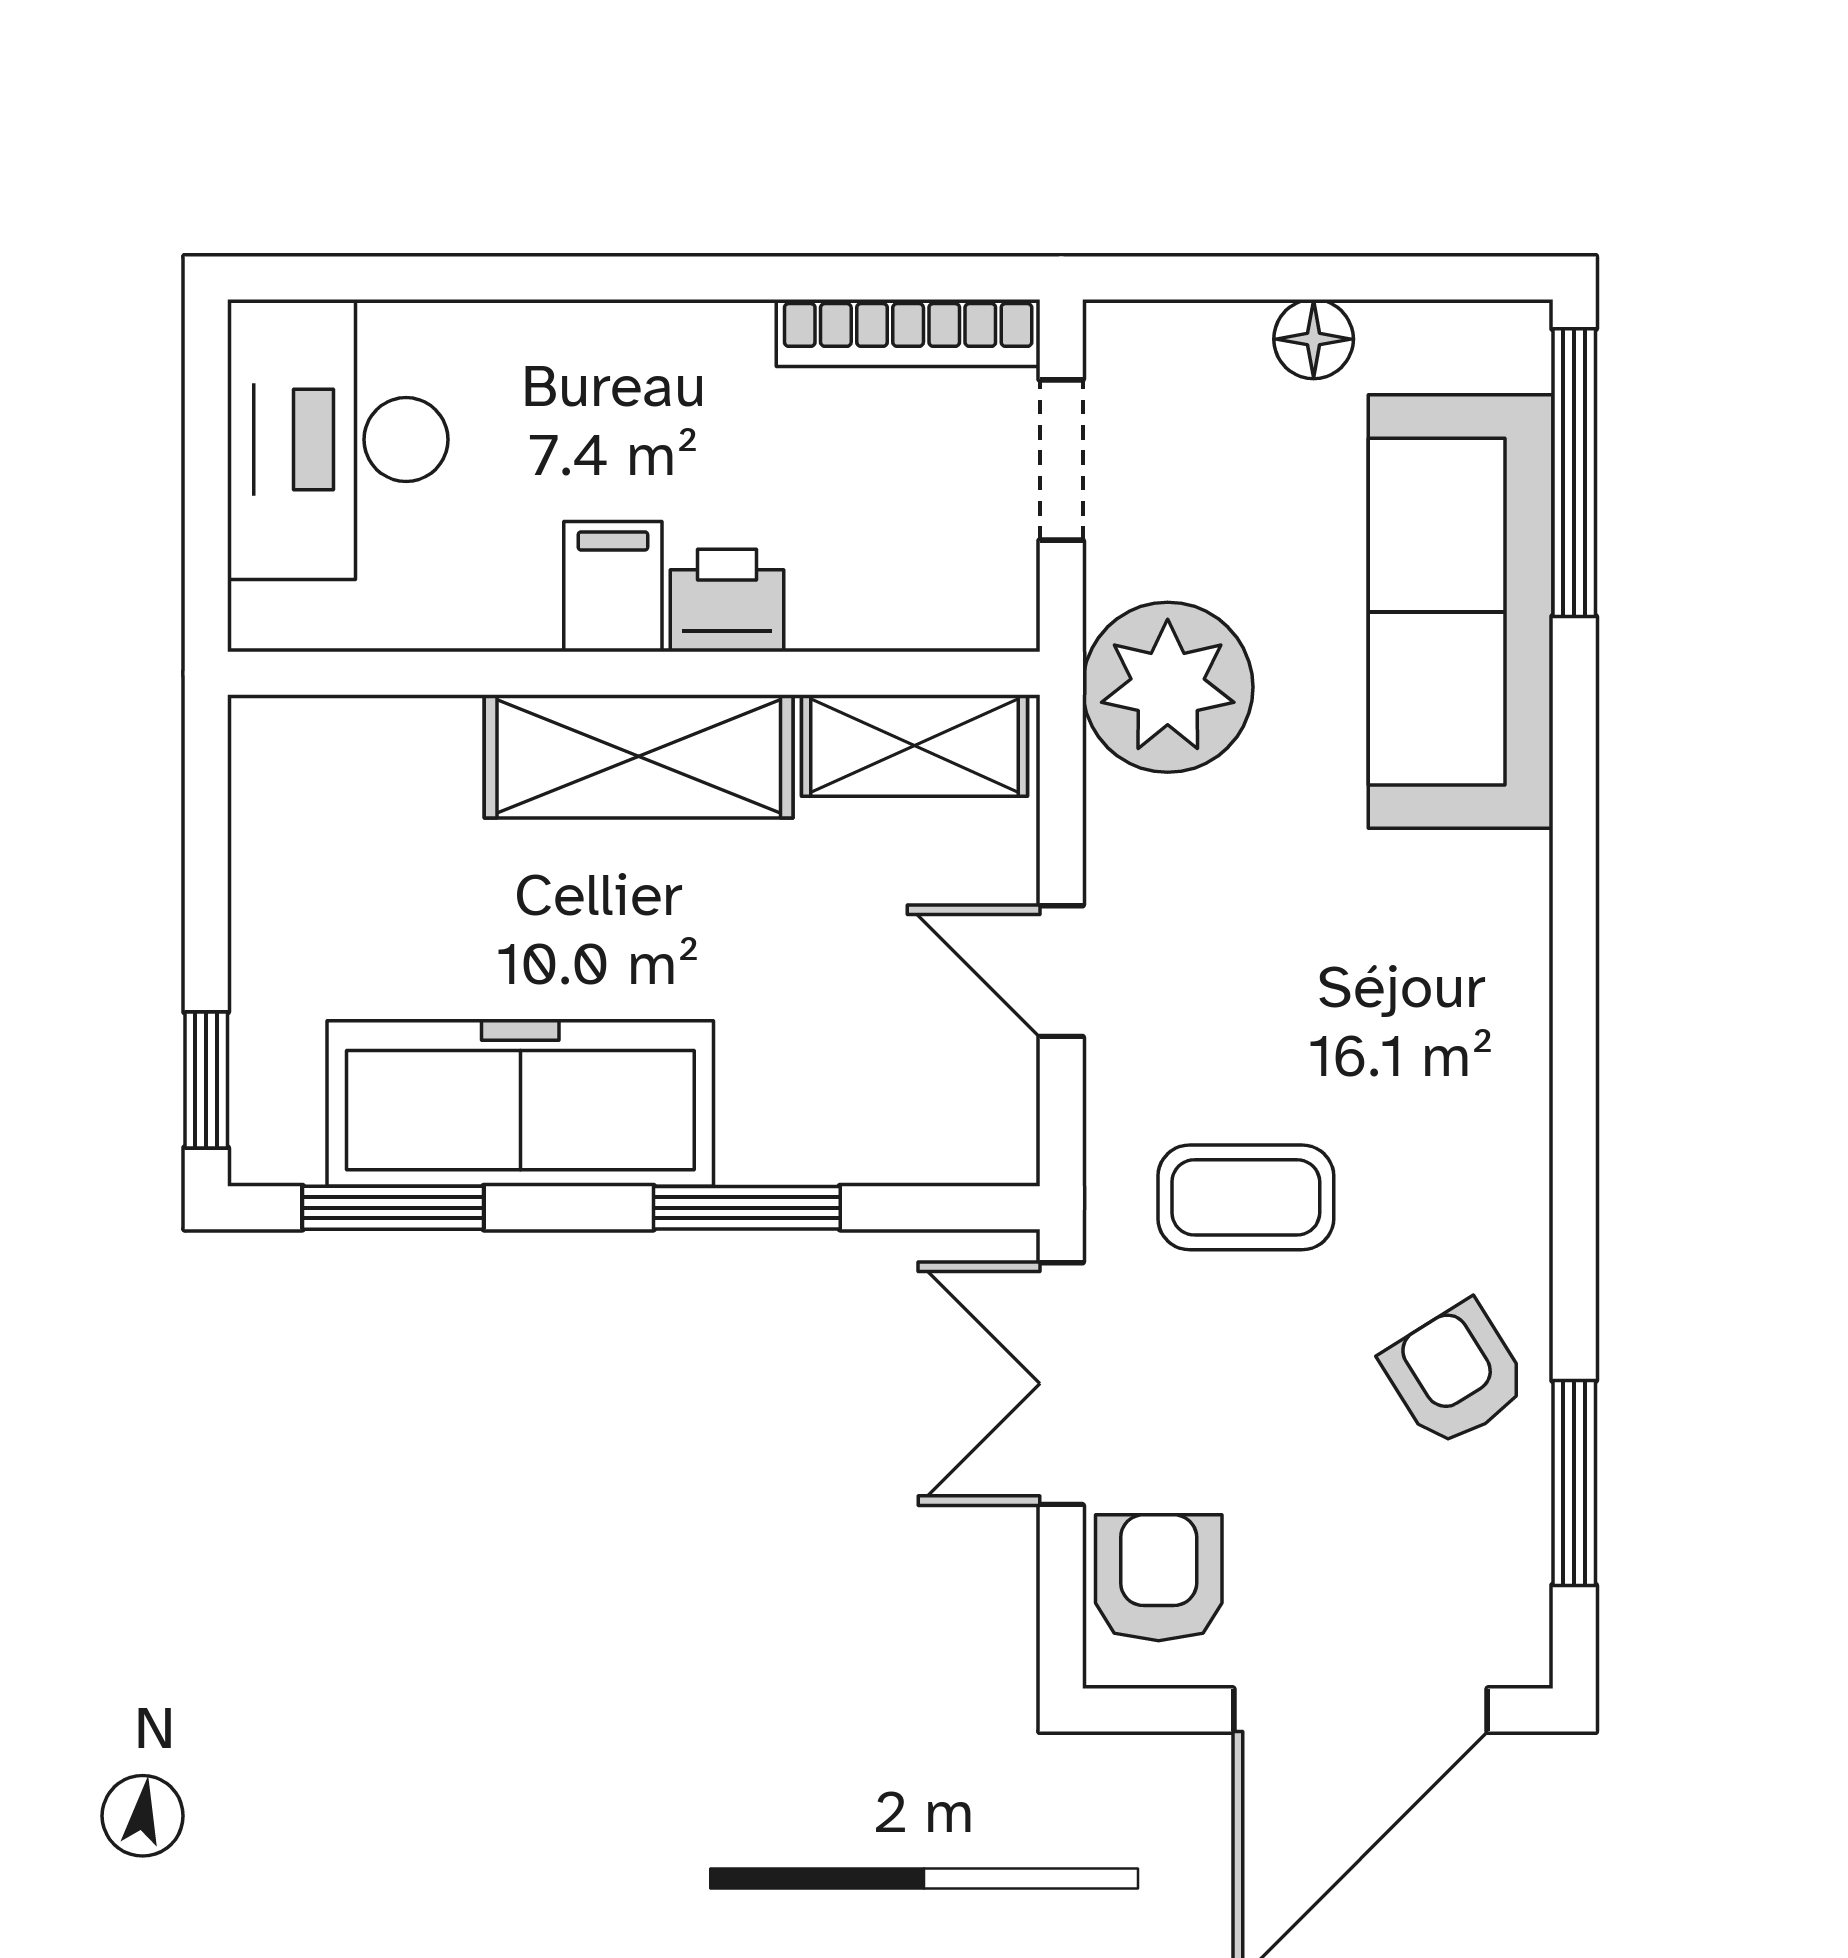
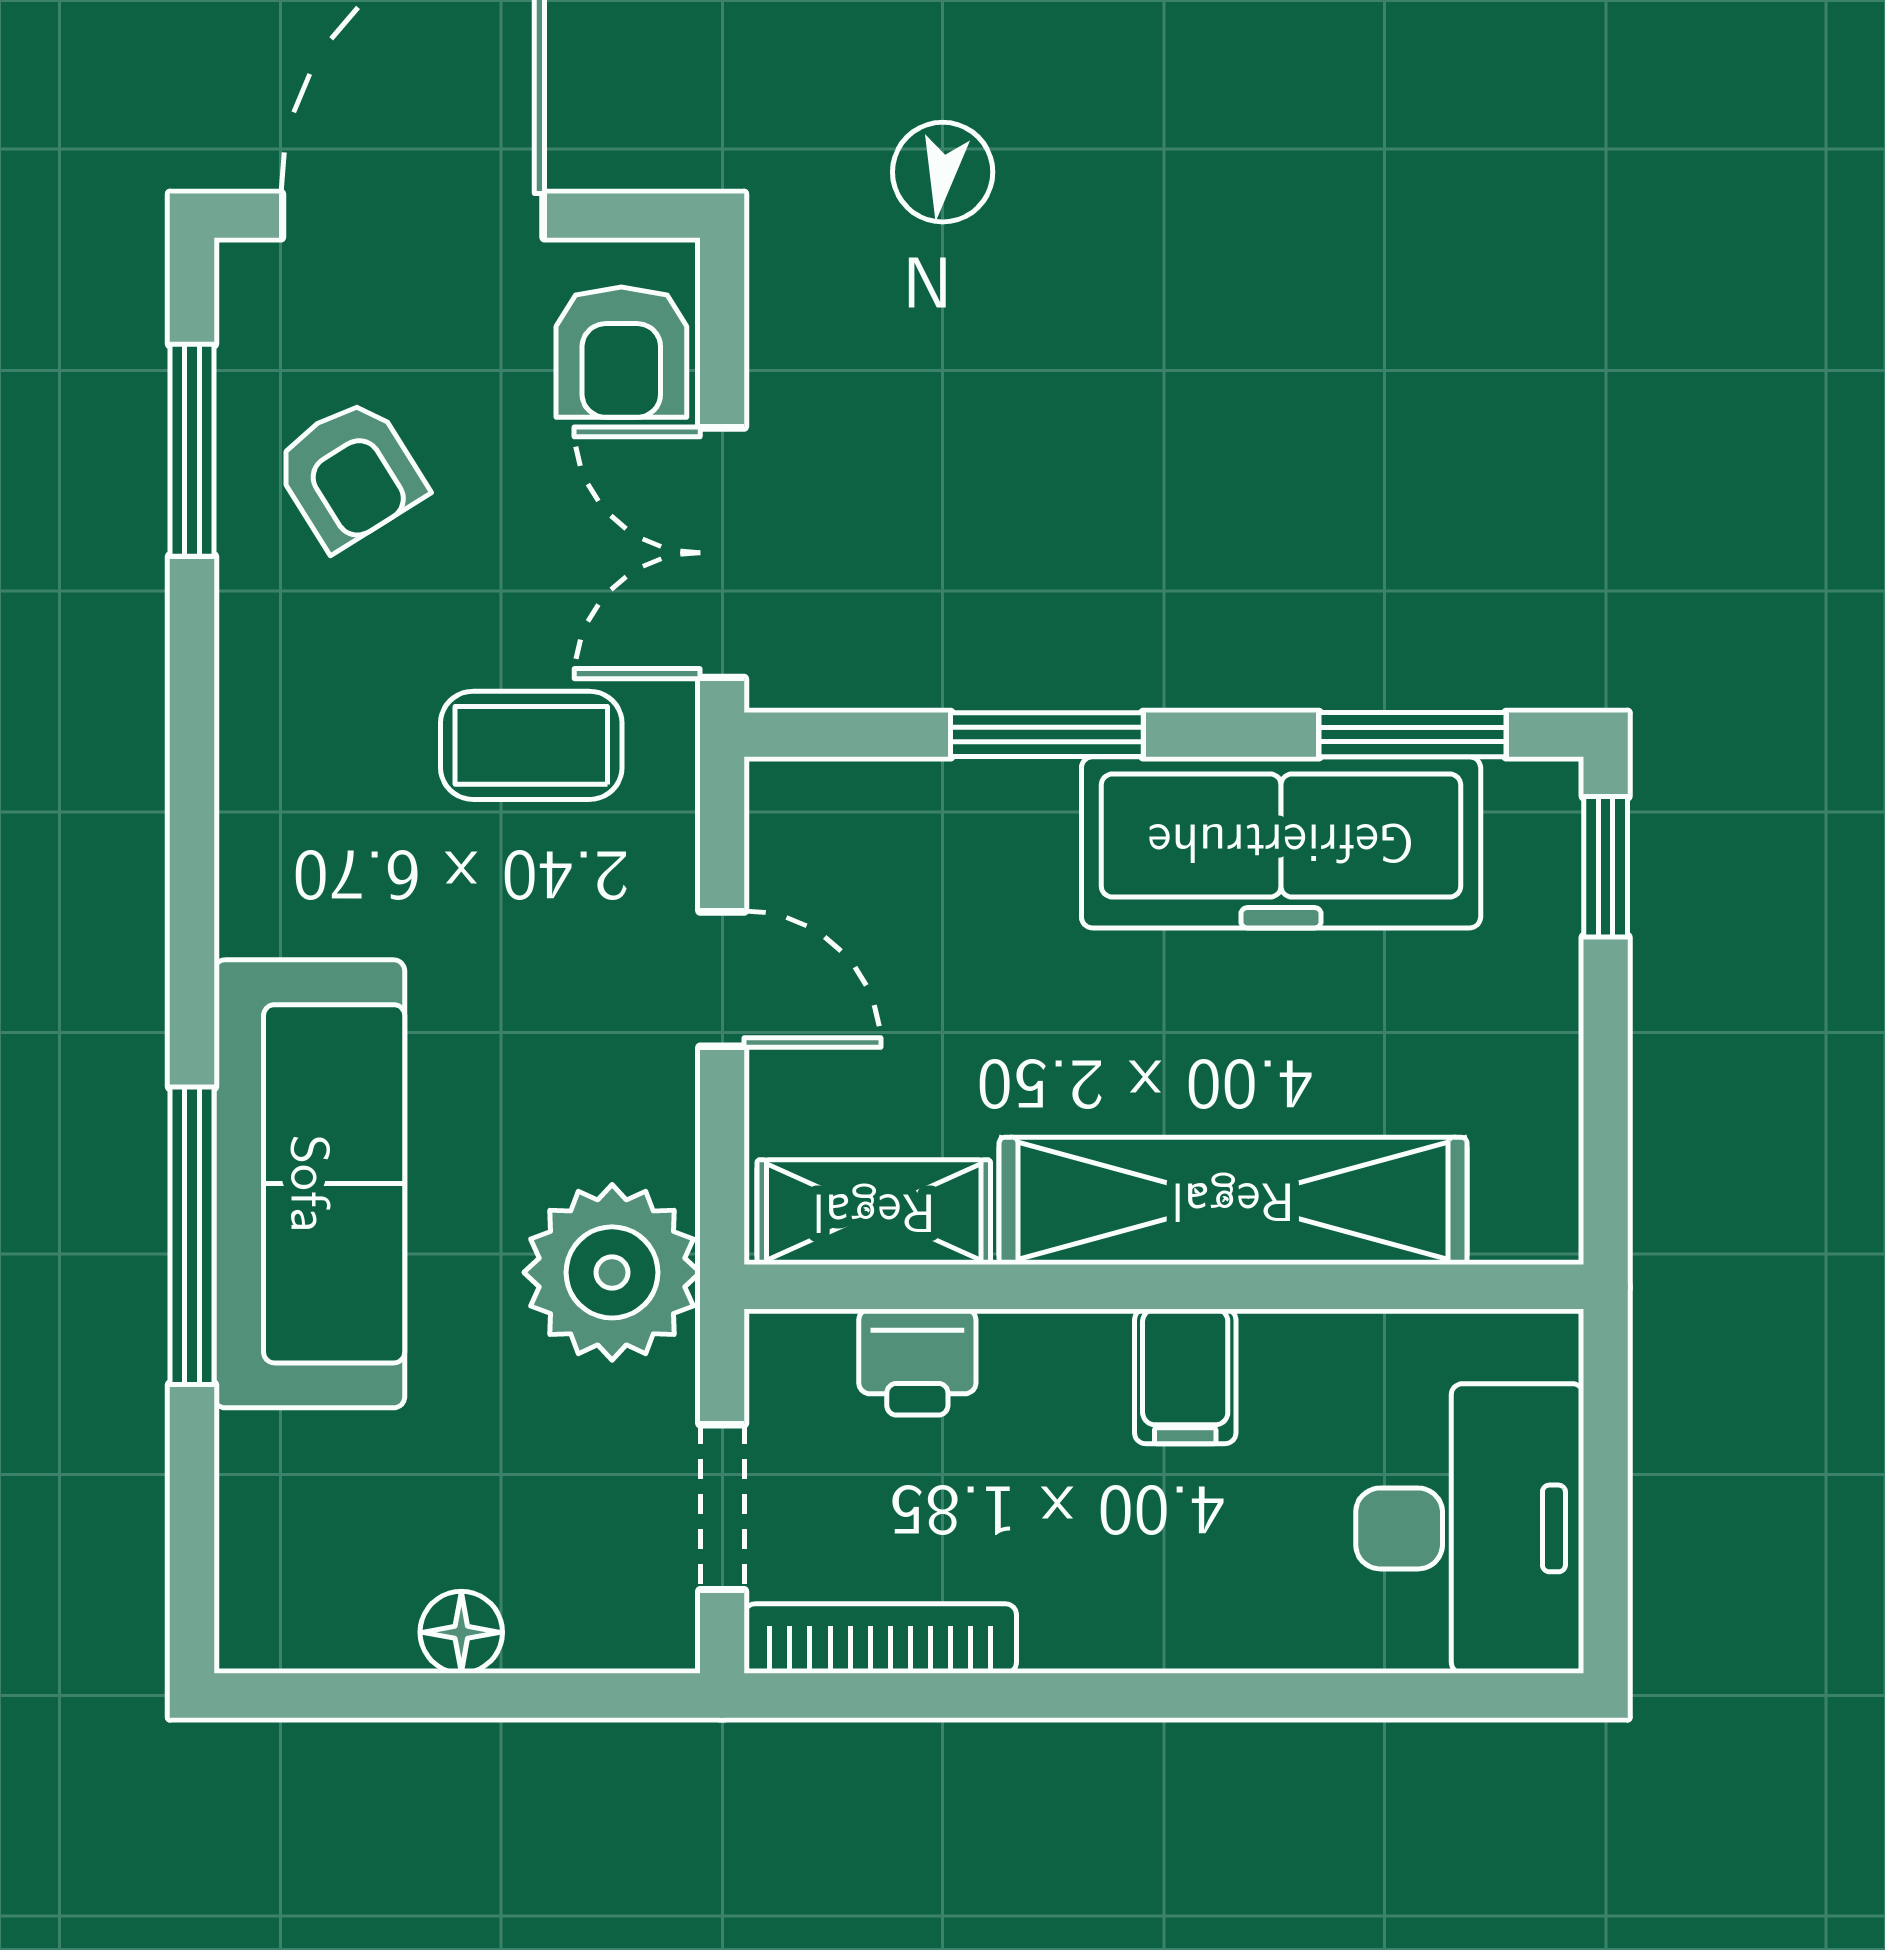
window: (1574, 473) -> (192, 1236), moved
printer: (727, 601) -> (917, 1362), moved
sofa: (1461, 612) -> (309, 1184), moved
shelving: (639, 756) -> (1233, 1201), width x1.47
armchair: (1455, 1374) -> (349, 474), moved
double door: (1061, 1384) -> (722, 553), swing flipped

